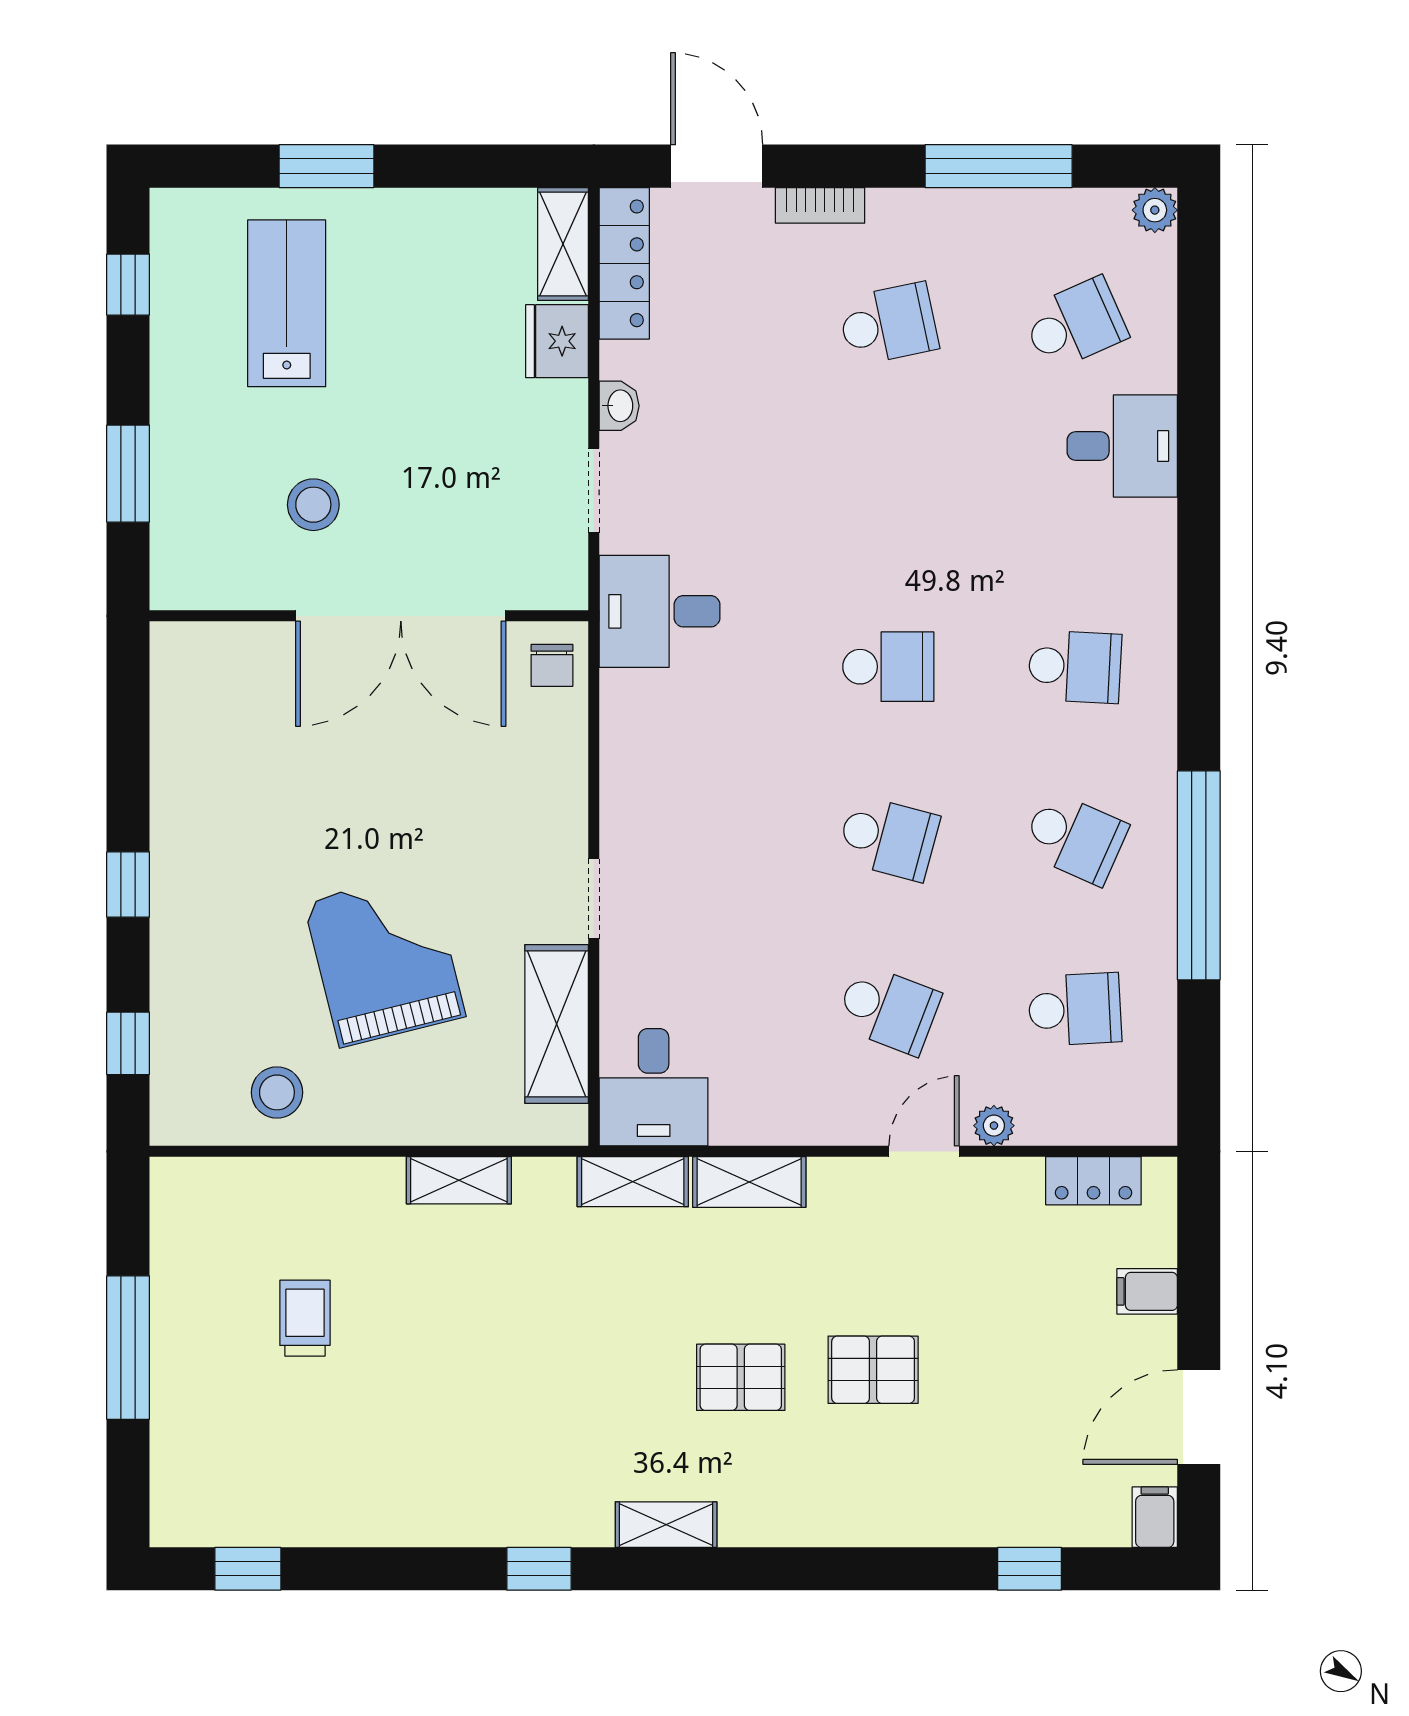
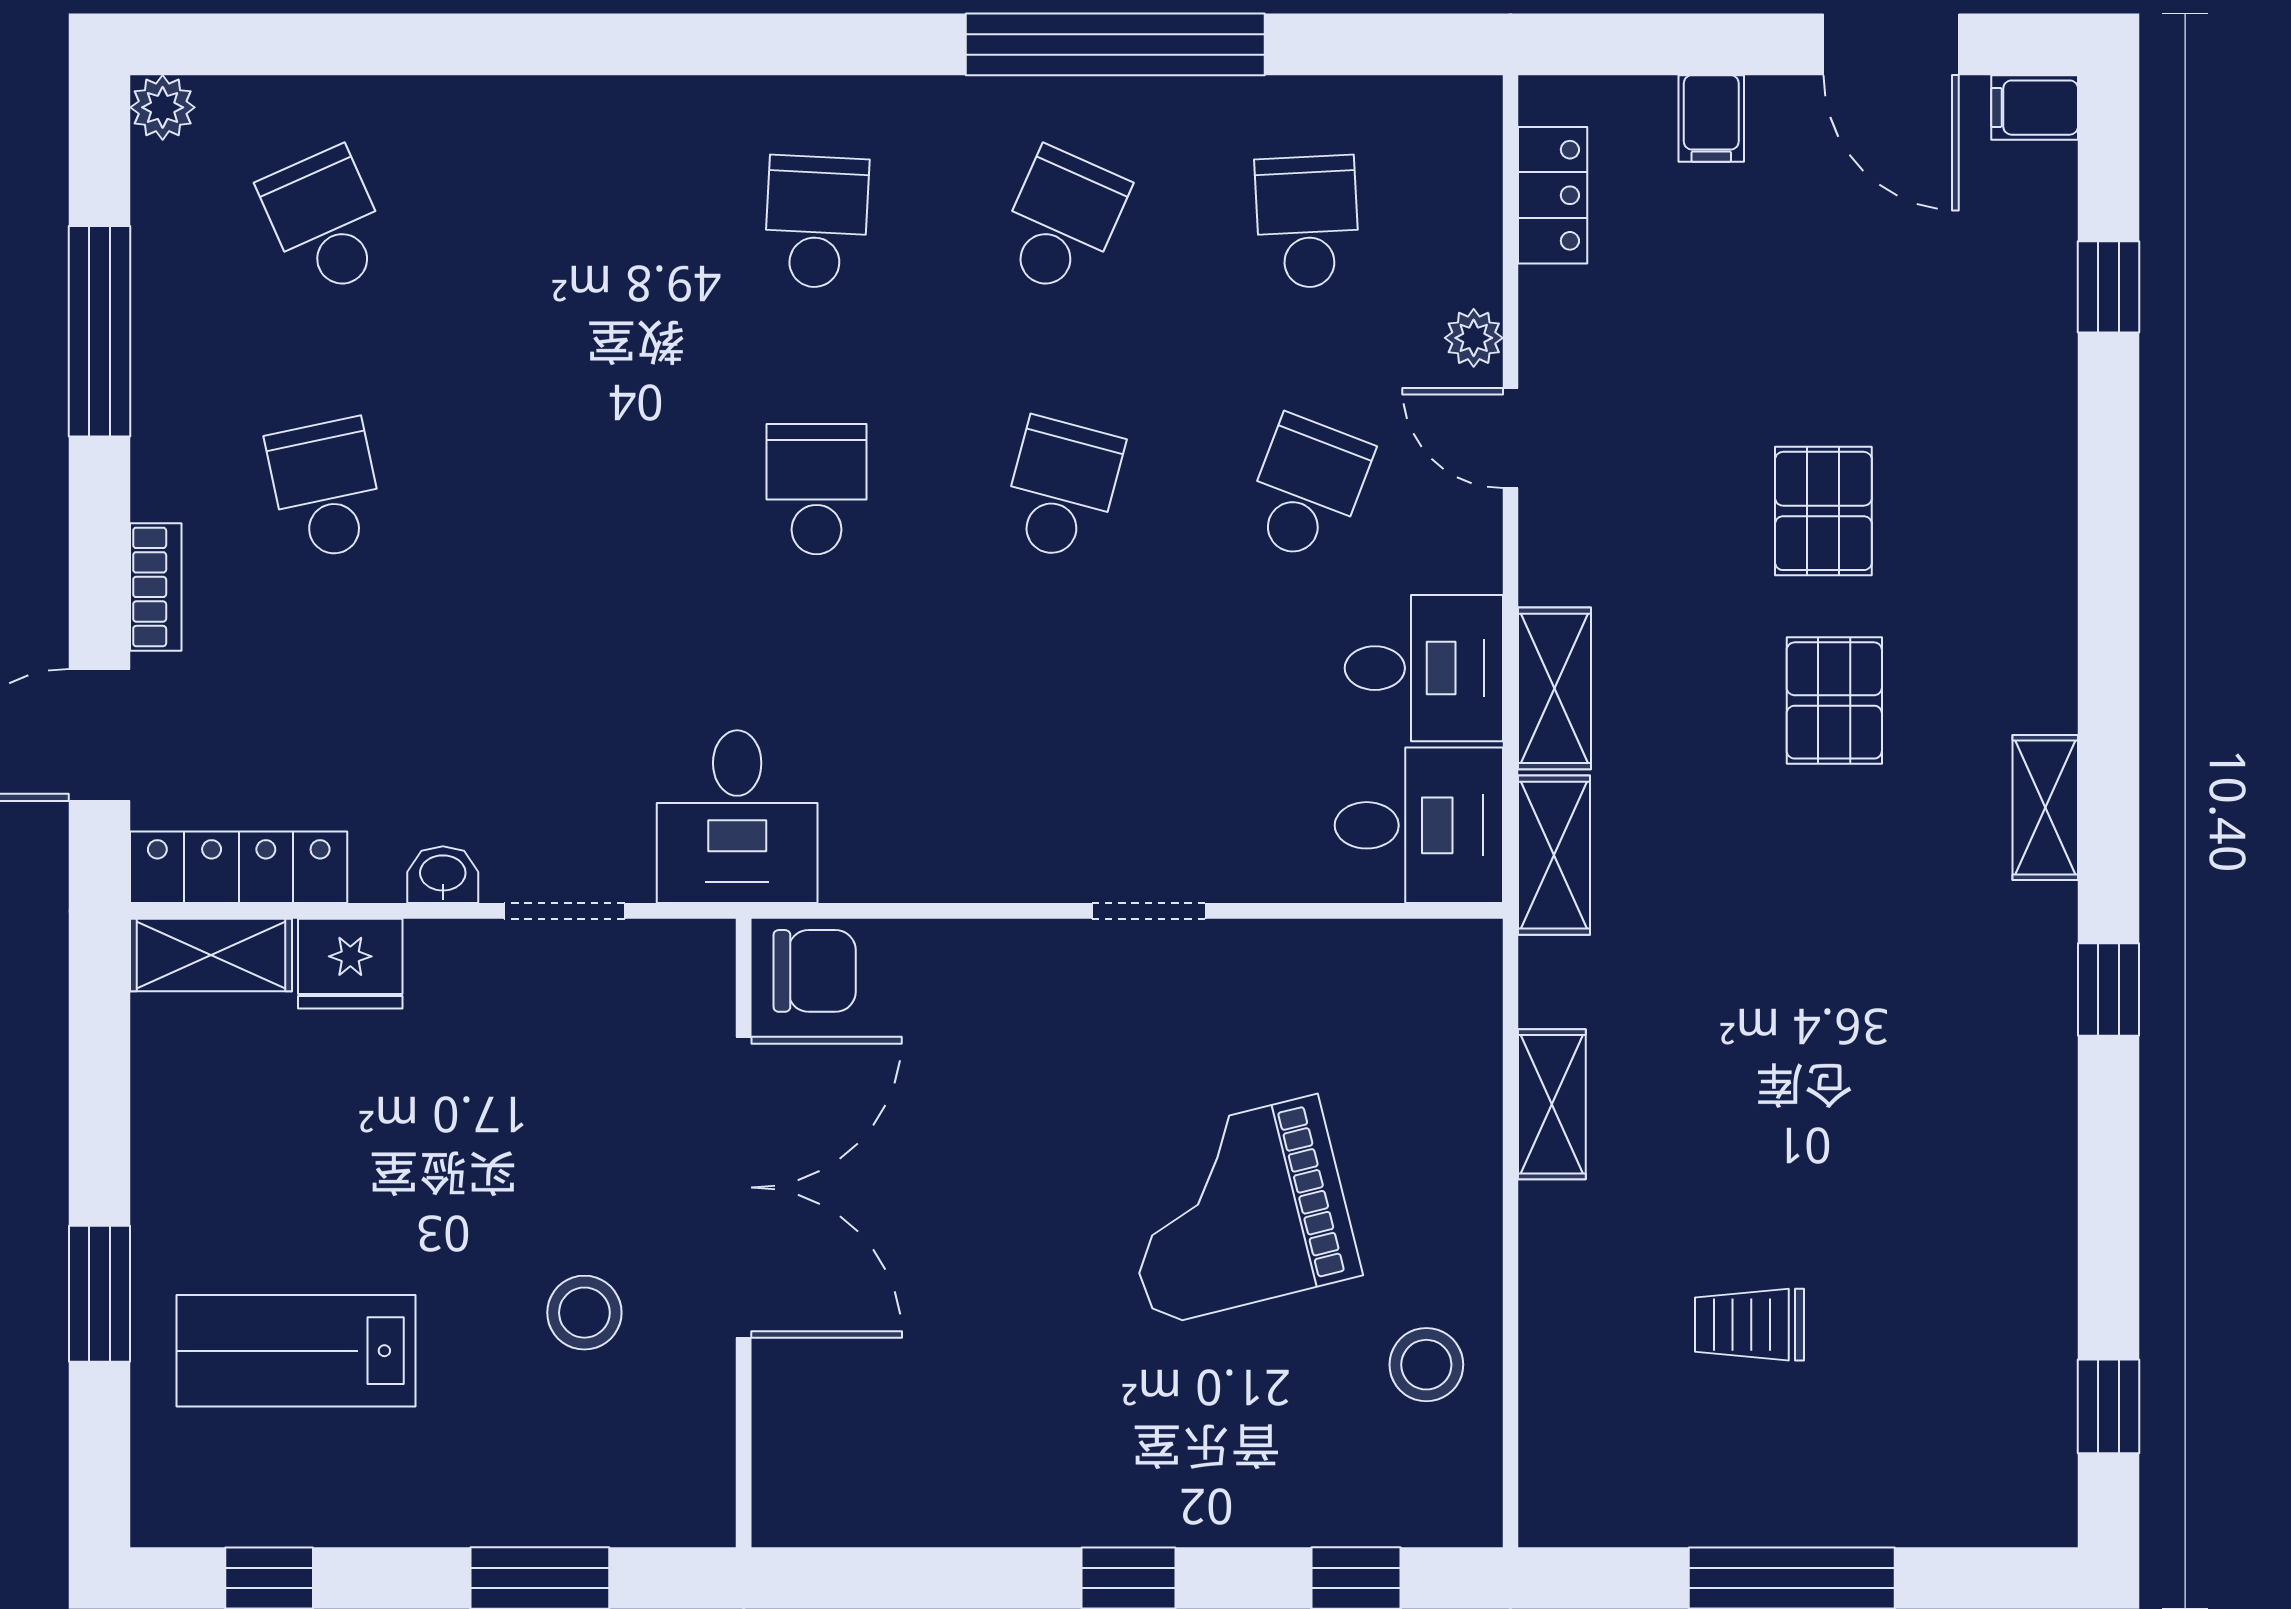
desk: (1122, 446) -> (1424, 668), moved, turned 90
chair: (552, 665) -> (815, 971), width x1.37, depth x1.37
shelving: (557, 1024) -> (1328, 964), removed

